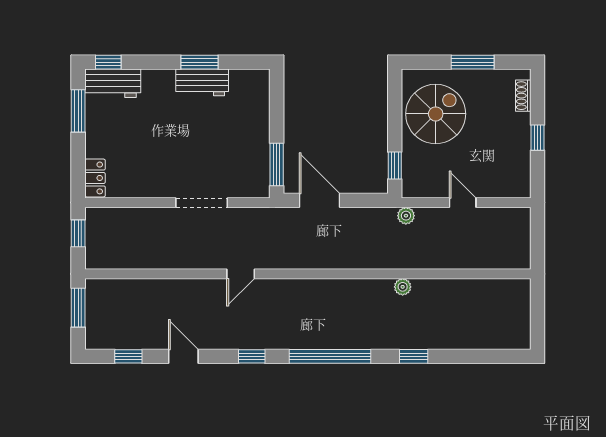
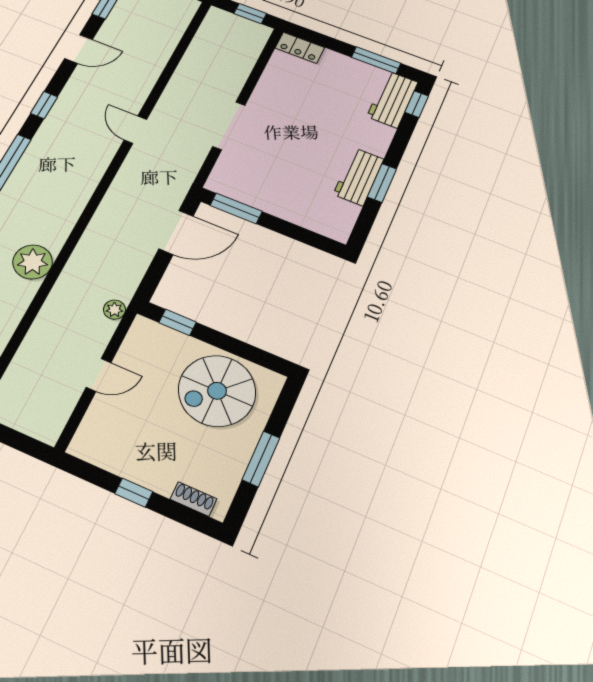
spiral stairs: (436, 114) -> (217, 391), turned 90
plant: (403, 287) -> (33, 262), width x1.87, depth x1.87

